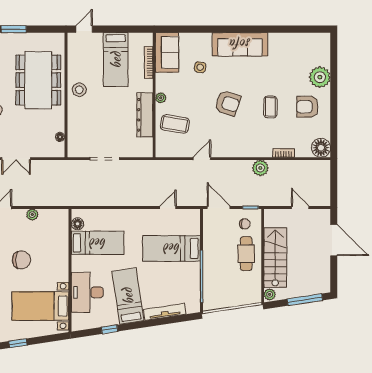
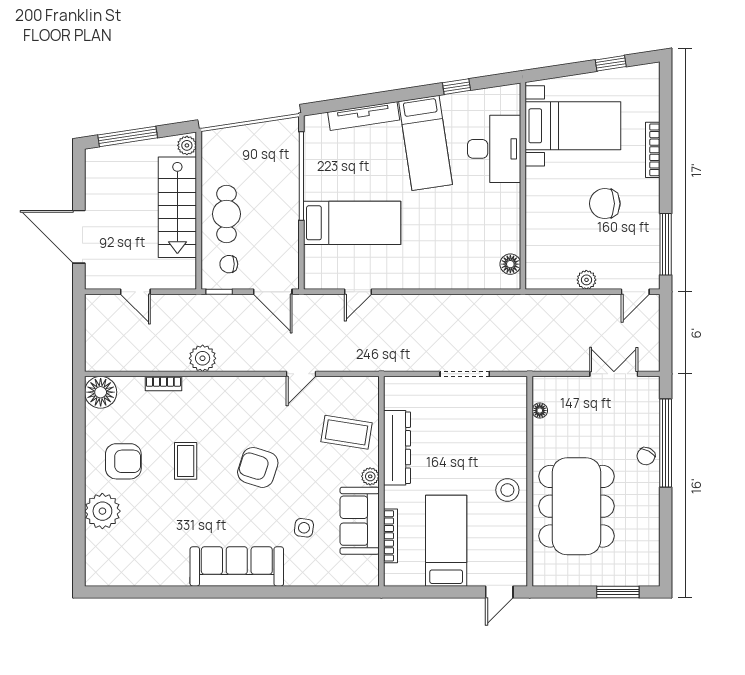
sofa: (167, 52) -> (360, 521), moved
bed: (98, 243) -> (477, 232), removed

